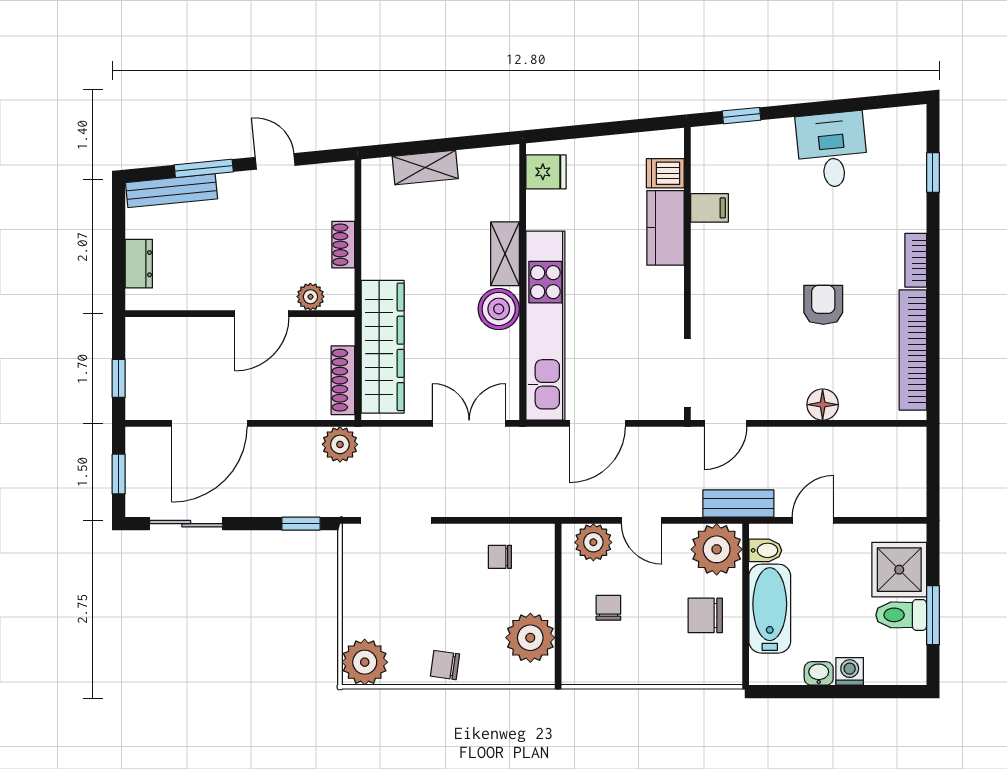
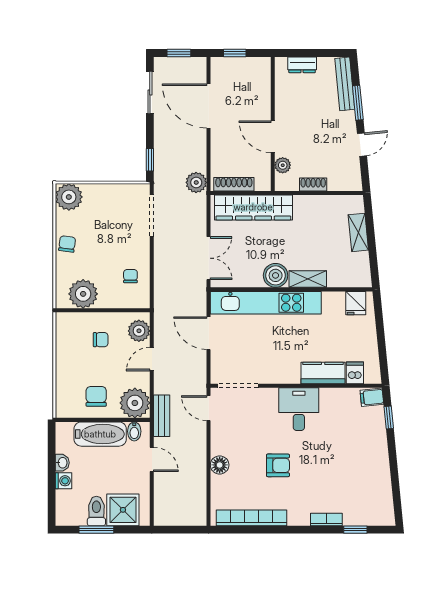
desk: (832, 150) -> (299, 409), moved, turned -84
filing cabinet: (710, 208) -> (372, 397), moved, turned 84
bookcase: (916, 260) -> (326, 519), moved

